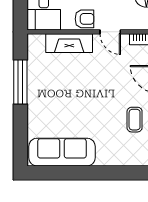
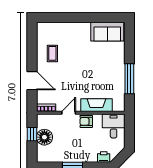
door: (110, 32) -> (69, 113), hinge flipped
sofa: (62, 152) -> (107, 32), width x0.73

